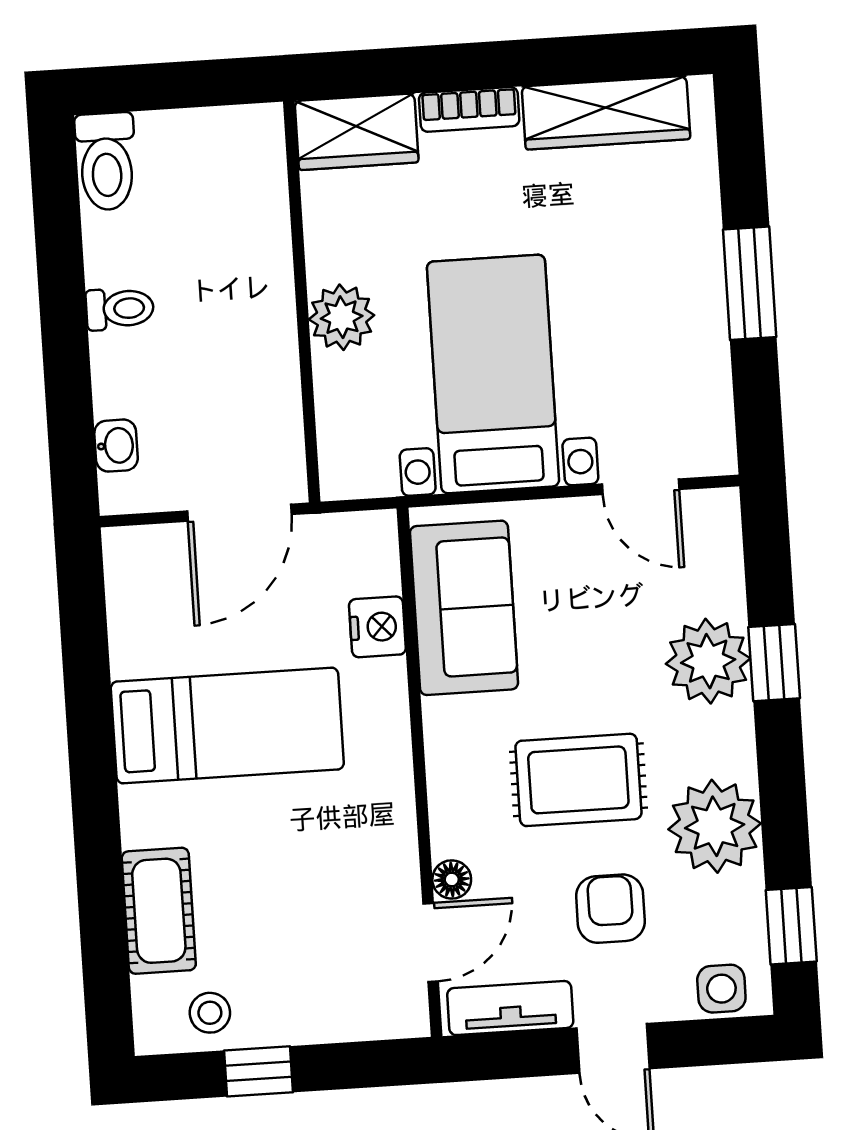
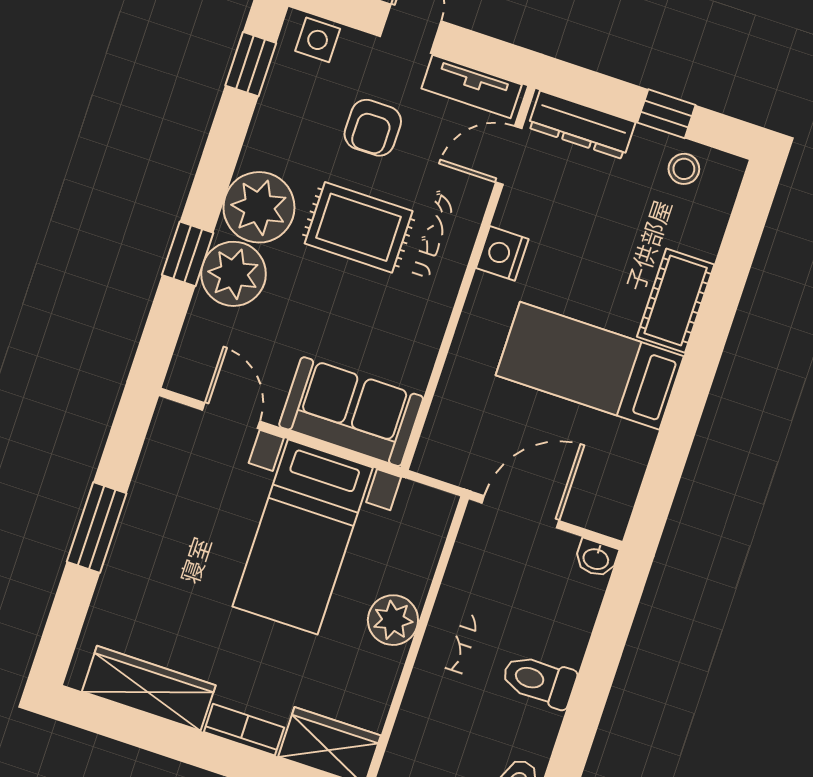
toilet: (120, 309) -> (539, 681), width x1.37, depth x1.39
washbasin: (116, 446) -> (596, 558), moved, turned -90
sofa: (464, 608) -> (351, 412), moved, turned 90
nightstand: (377, 627) -> (502, 253), moved
plant: (715, 826) -> (259, 207), moved
floor lamp: (452, 880) -> (476, 194), removed
cot: (159, 911) -> (676, 301), moved
dresser: (357, 1016) -> (582, 125), added

